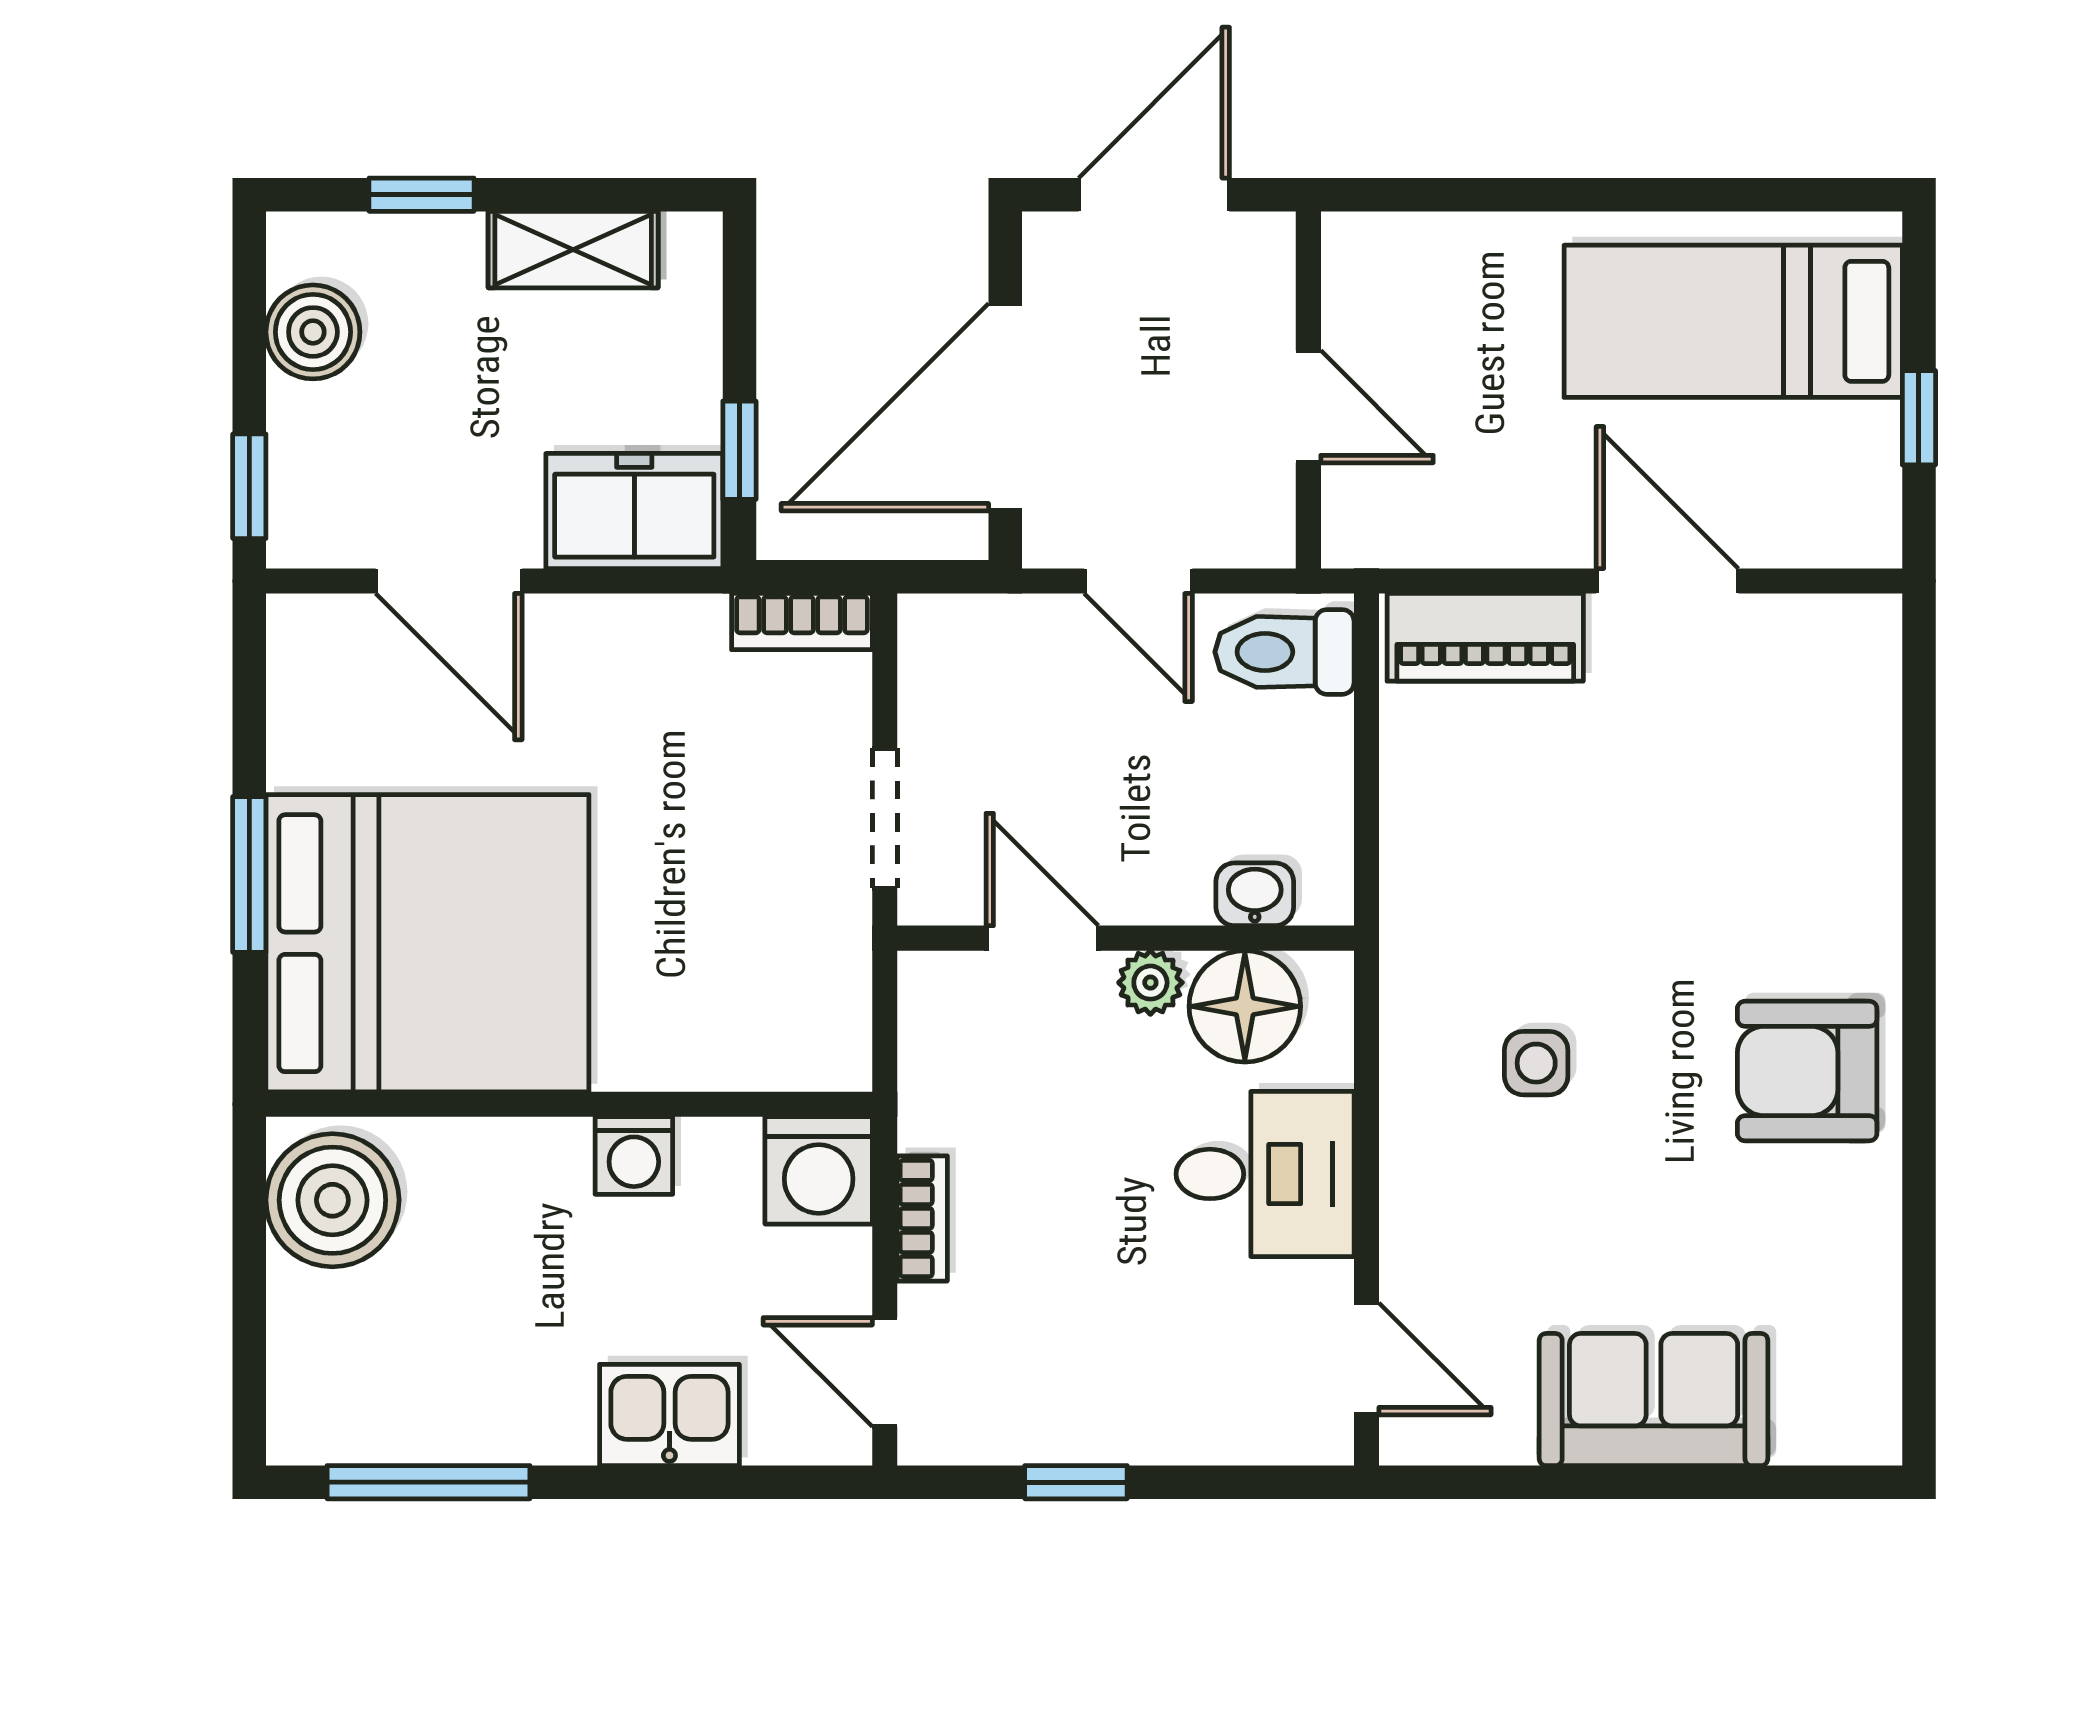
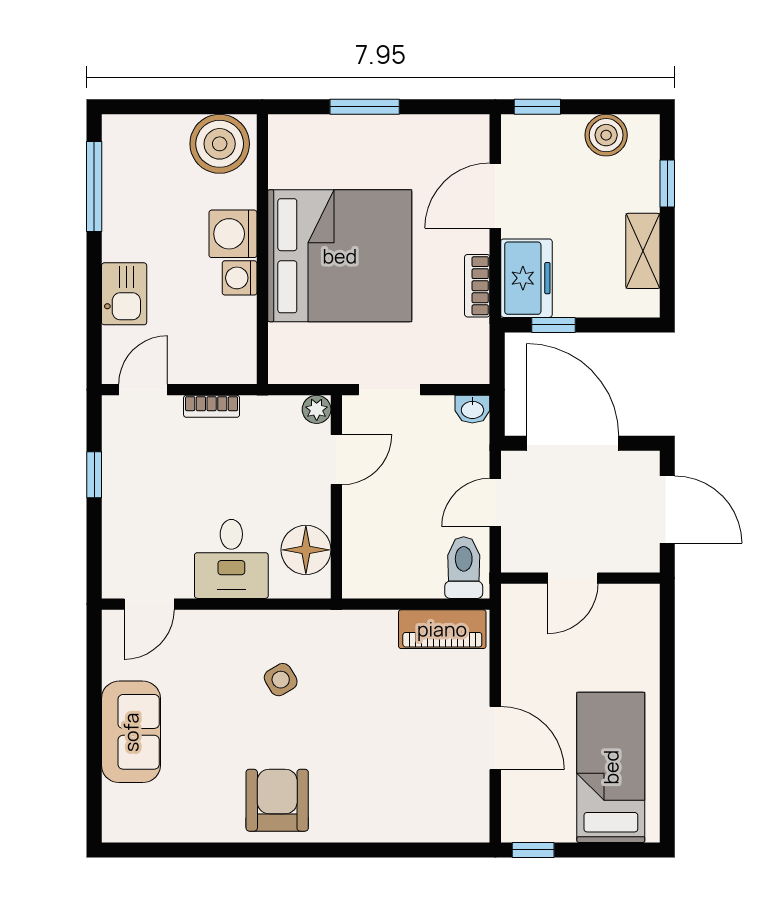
window: (1919, 418) -> (533, 850), moved
door: (1667, 581) -> (495, 738), hinge flipped
bookcase: (802, 622) -> (477, 286), moved
piano: (1485, 637) -> (442, 629), moved, turned -90
washbasin: (1255, 894) -> (472, 409), moved, turned 90
bed: (427, 943) -> (340, 256), moved, turned -90
plant: (1150, 983) -> (317, 409), moved
side table: (1536, 1063) -> (281, 680), turned -31
washing machine: (819, 1170) -> (233, 234), moved

